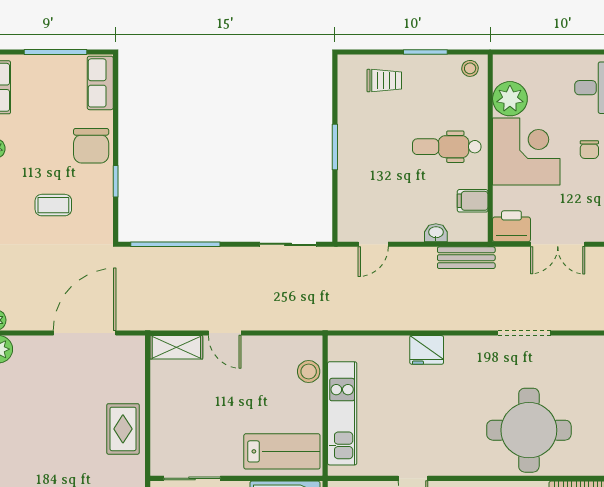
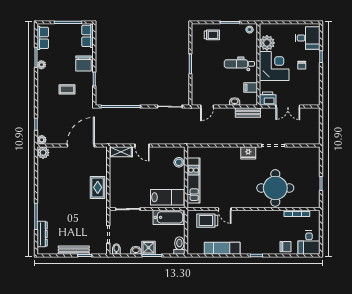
fridge: (427, 350) -> (248, 153), moved

